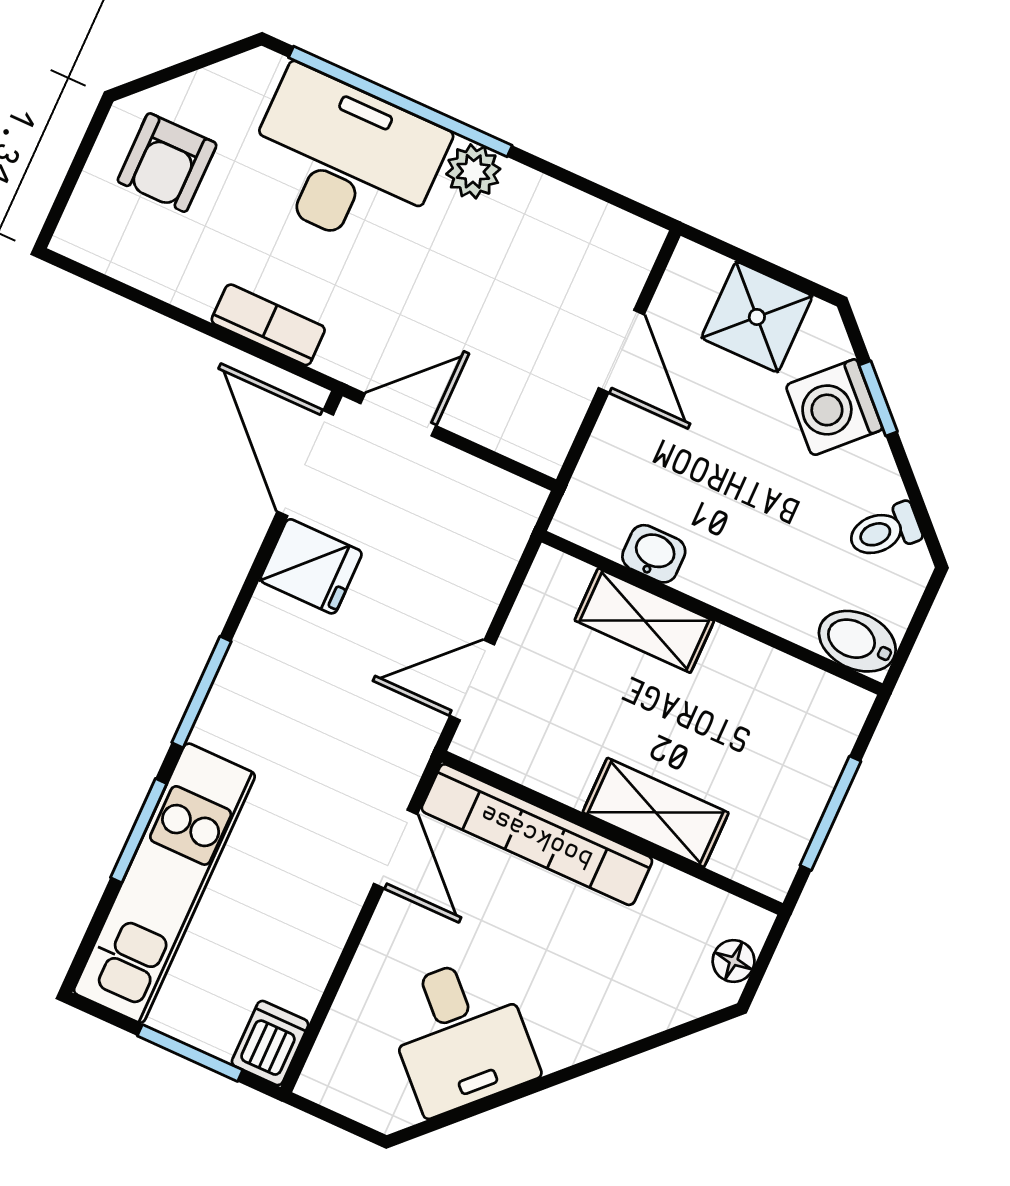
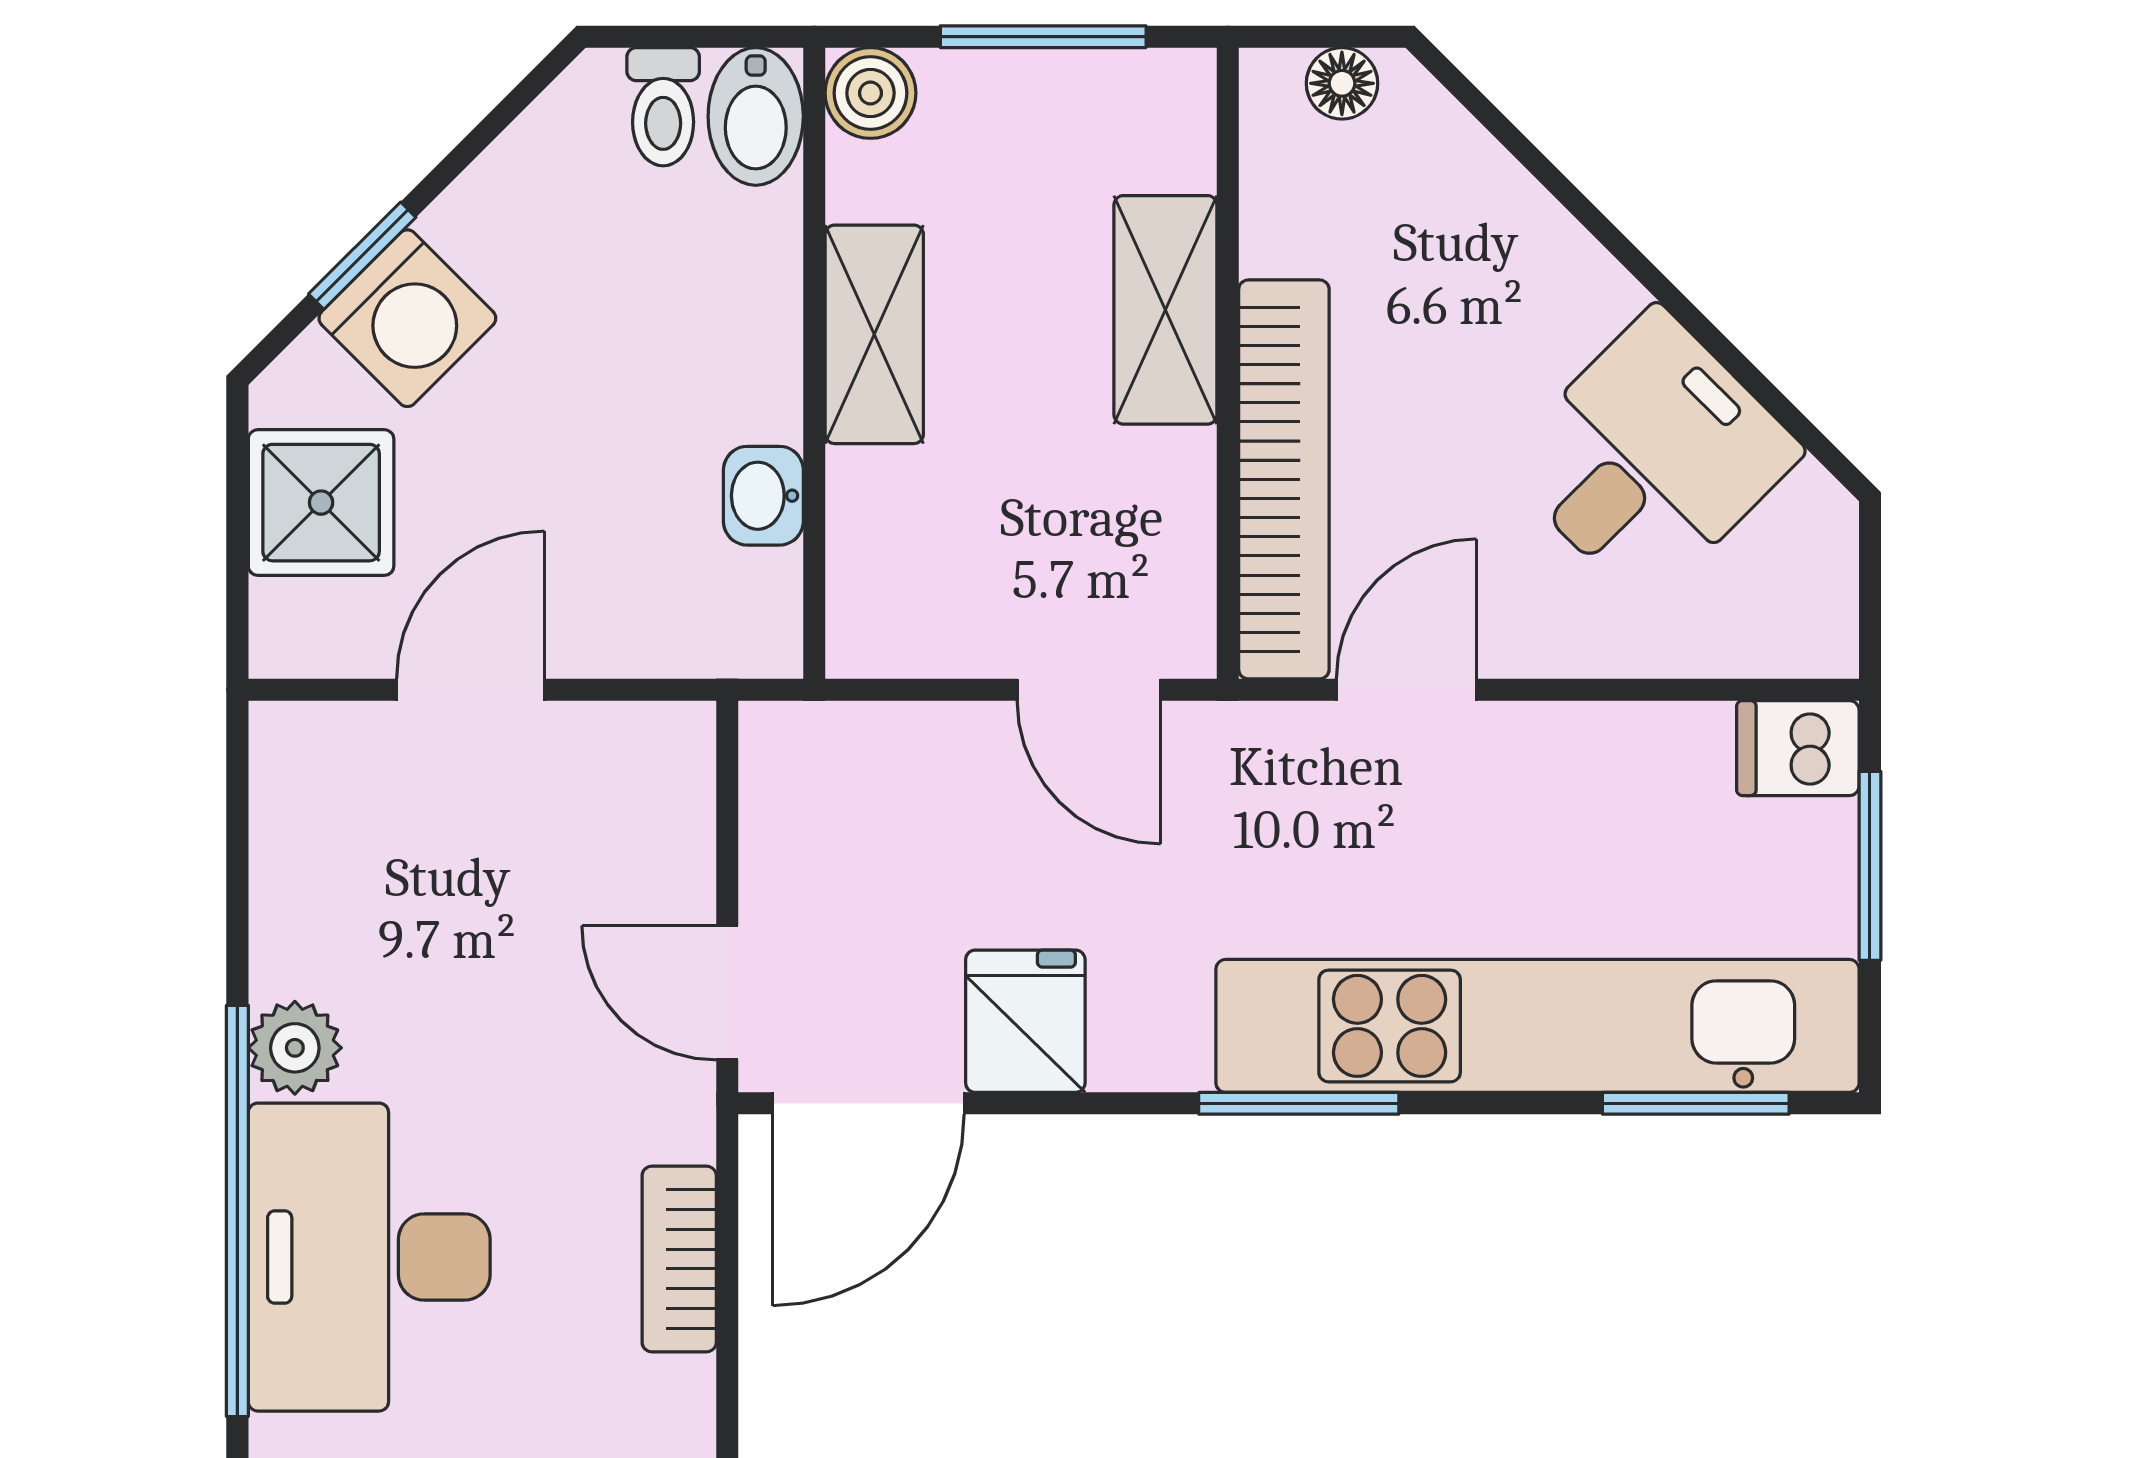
toilet: (884, 531) -> (663, 107), moved, turned 45
shelving: (644, 621) -> (874, 334), moved
boiler: (842, 708) -> (871, 93), added
window: (139, 831) -> (1696, 1103), moved
kitchen unit: (164, 883) -> (1537, 1026), width x1.36

